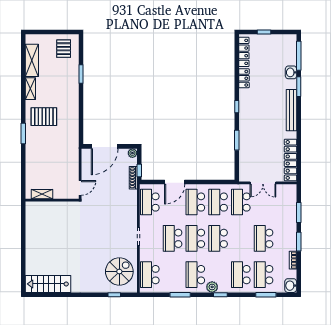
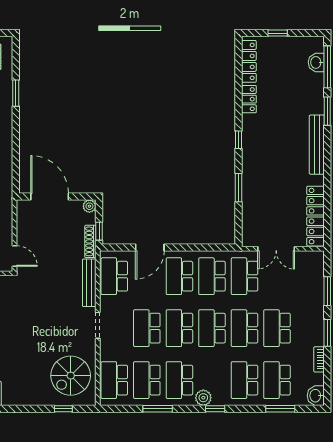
washbasin: (291, 72) -> (316, 62), moved
door: (105, 146) -> (50, 197), swing flipped
door: (80, 188) -> (15, 256), hinge flipped
bench: (132, 207) -> (89, 283), added
school desk: (241, 238) -> (244, 328), added
spiral stairs: (119, 272) -> (71, 376), turned 180
school desk: (173, 275) -> (147, 380), added

